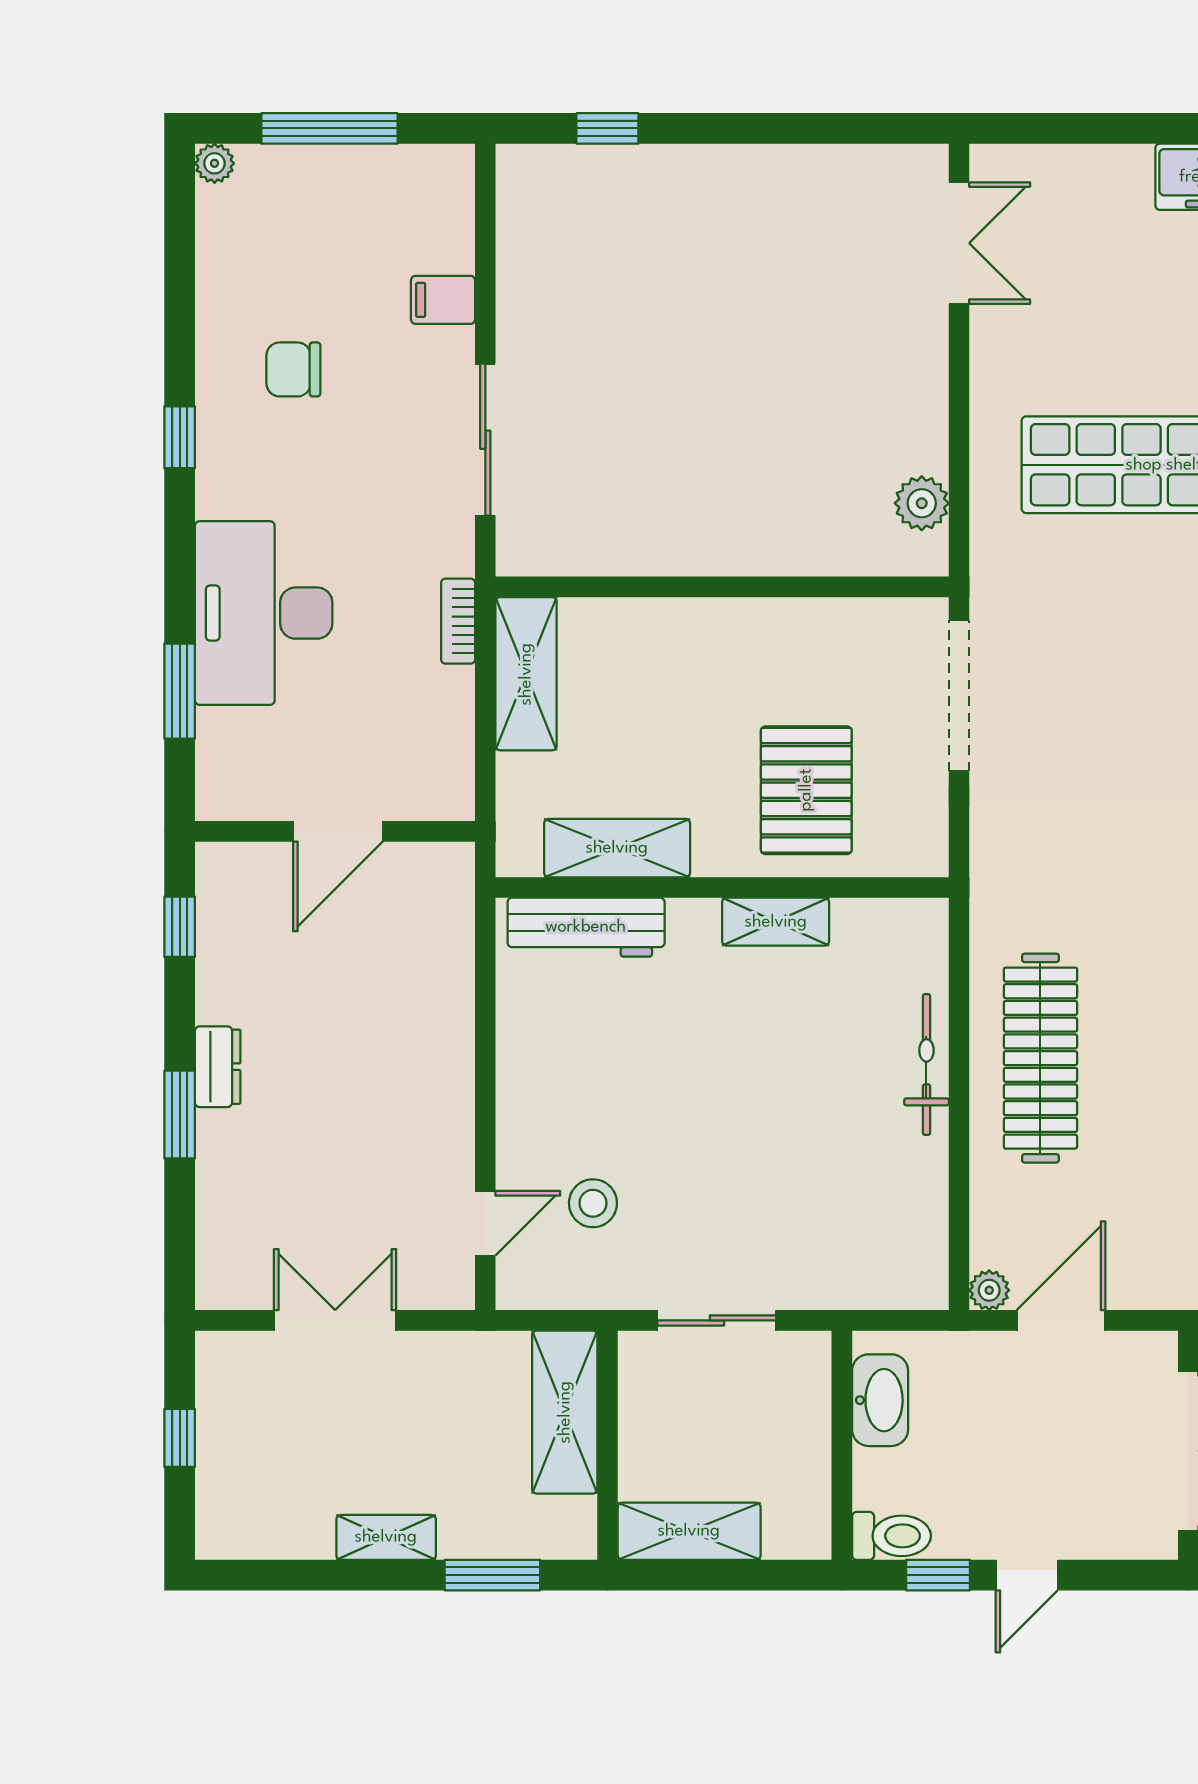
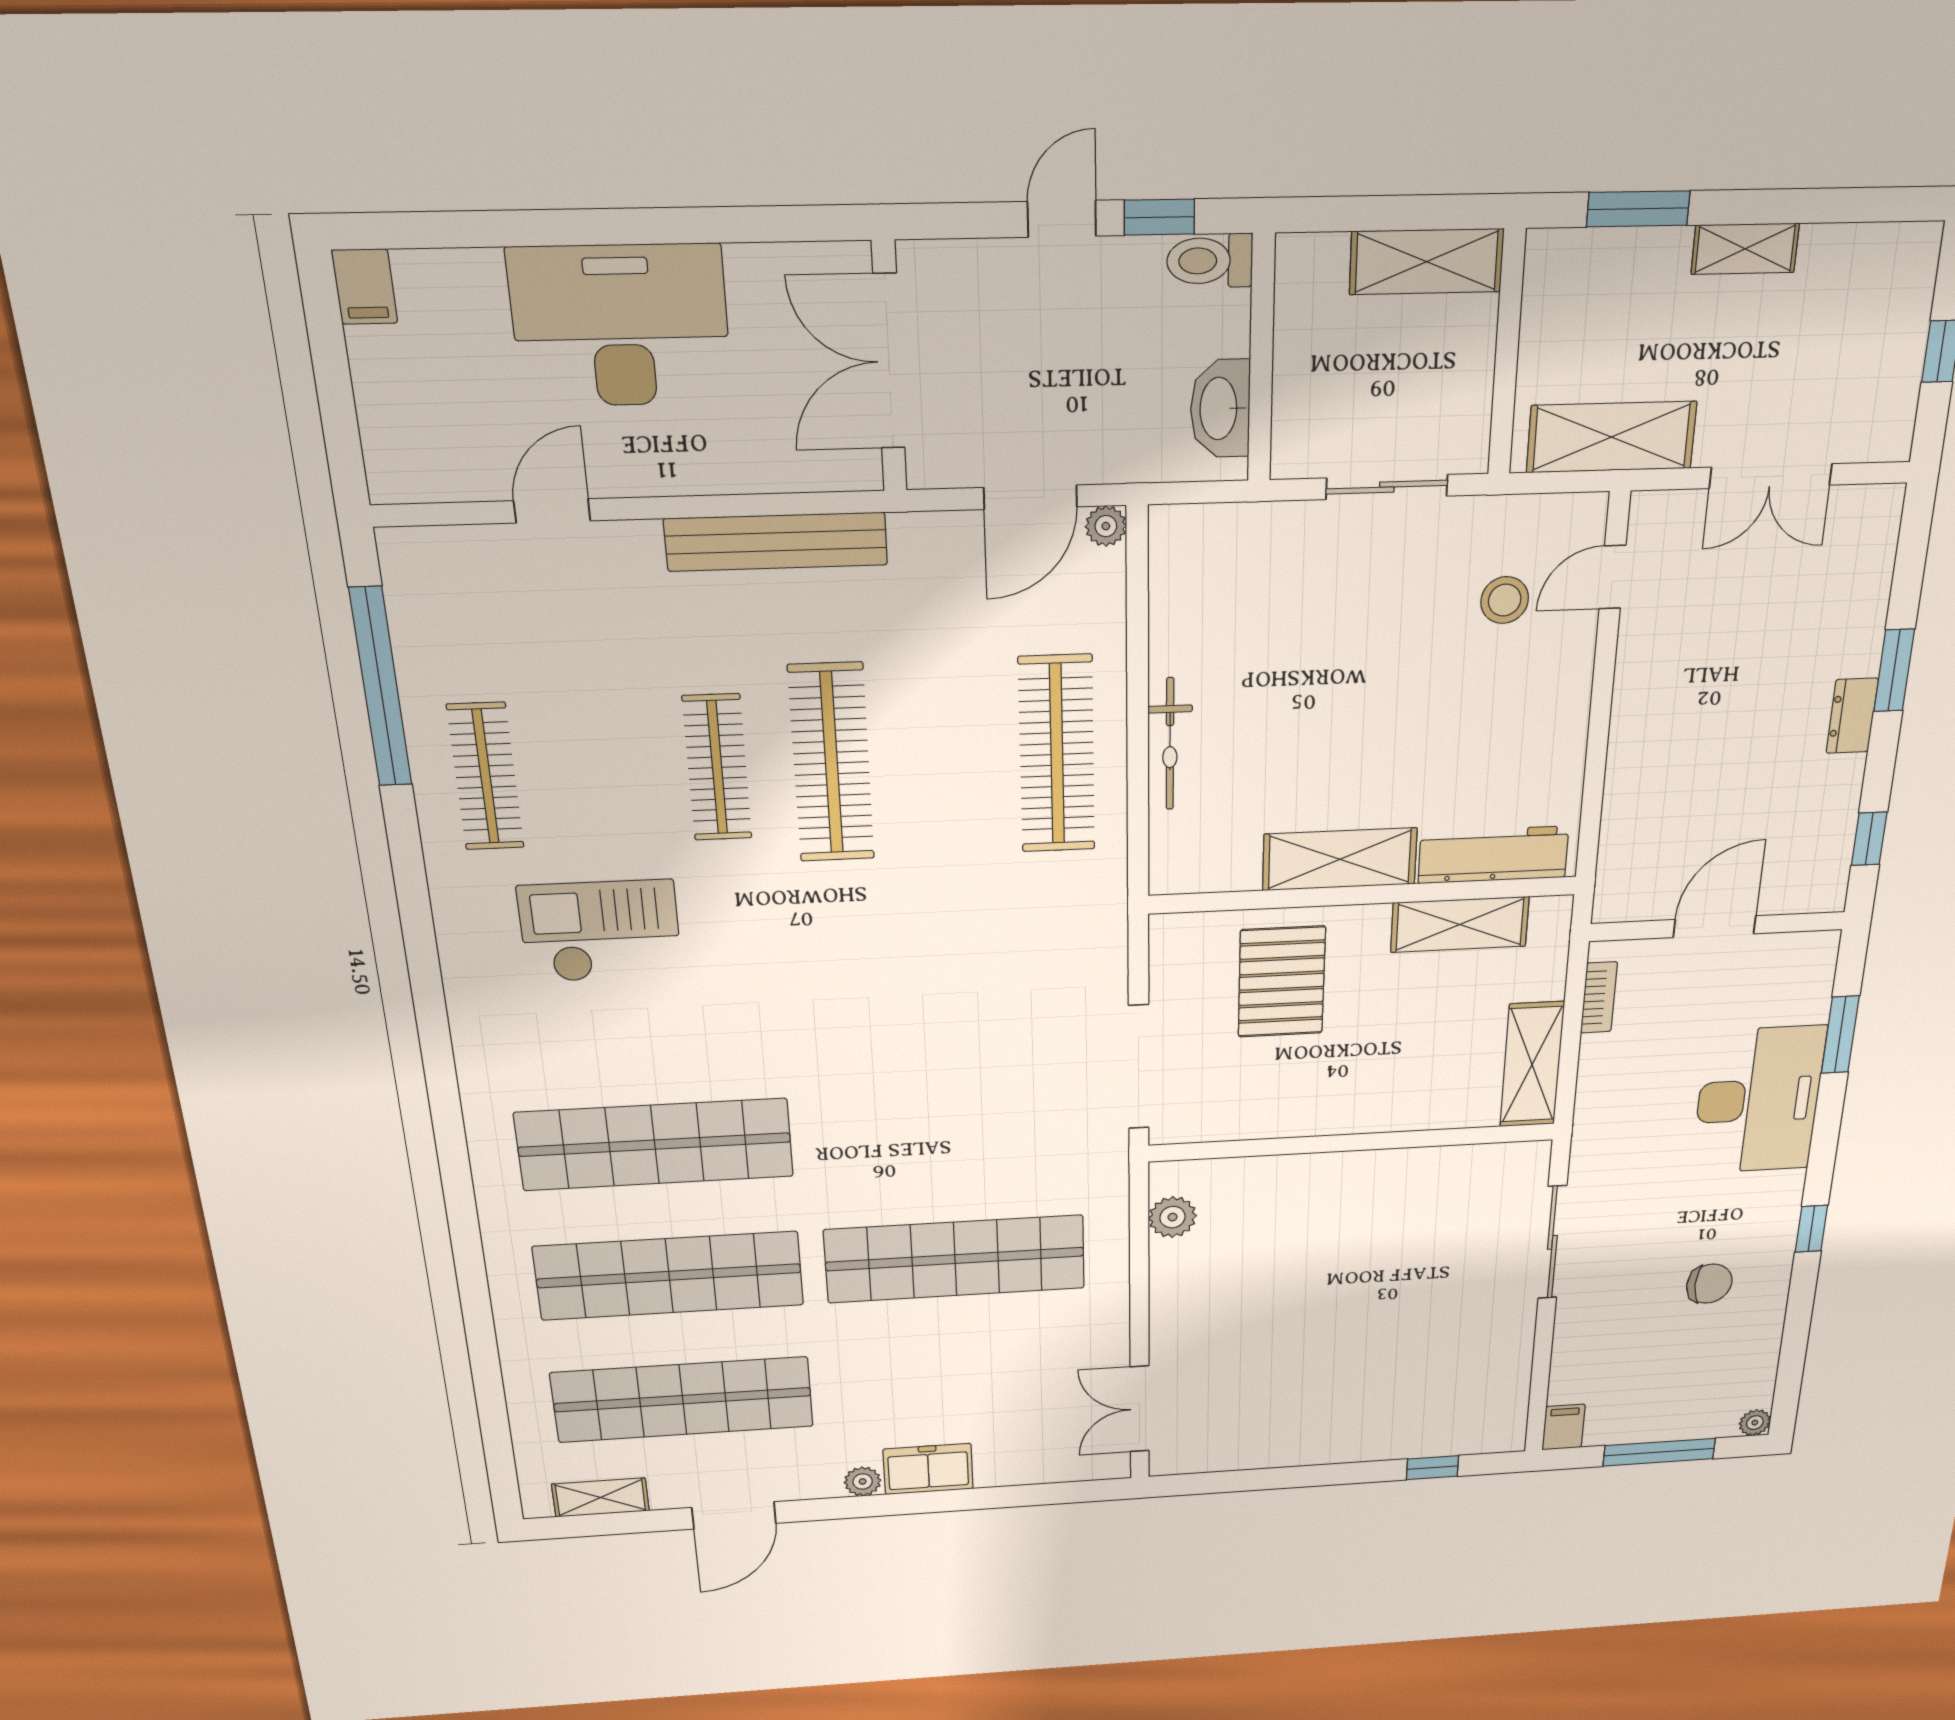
filing cabinet: (443, 300) -> (1564, 1427), moved, turned -90
bookcase: (458, 621) -> (1599, 997), moved
shelving: (776, 922) -> (1340, 859), width x1.50, depth x1.33
shelving: (565, 1412) -> (1611, 437), moved, turned 90

